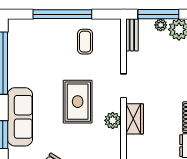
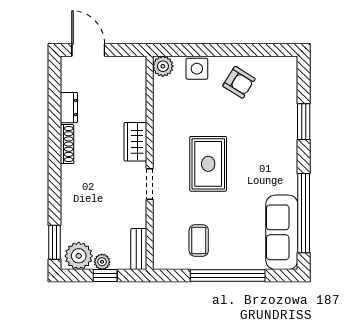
window: (158, 14) -> (105, 276), width x0.46
sofa: (20, 117) -> (282, 232), moved
plant: (113, 120) -> (163, 140), removed

